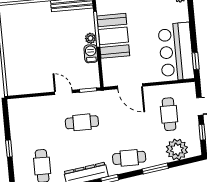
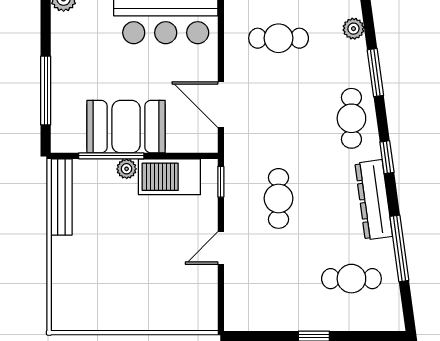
barbecue: (91, 54) -> (169, 177), width x1.88, depth x1.53
door: (130, 86) -> (221, 105), swing flipped
door: (63, 92) -> (221, 248), moved
plant: (177, 149) -> (353, 29), width x0.53, depth x0.53

